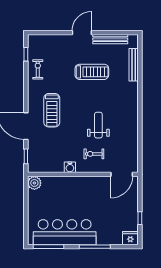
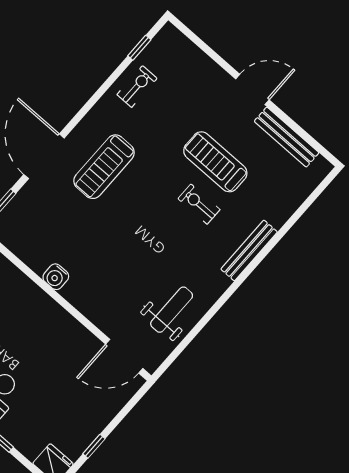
bench: (134, 65) -> (249, 250), moved
treadmill: (92, 72) -> (215, 162), turned 180
weight bench: (98, 125) -> (172, 310), moved
exercise bike: (94, 154) -> (199, 204), moved

